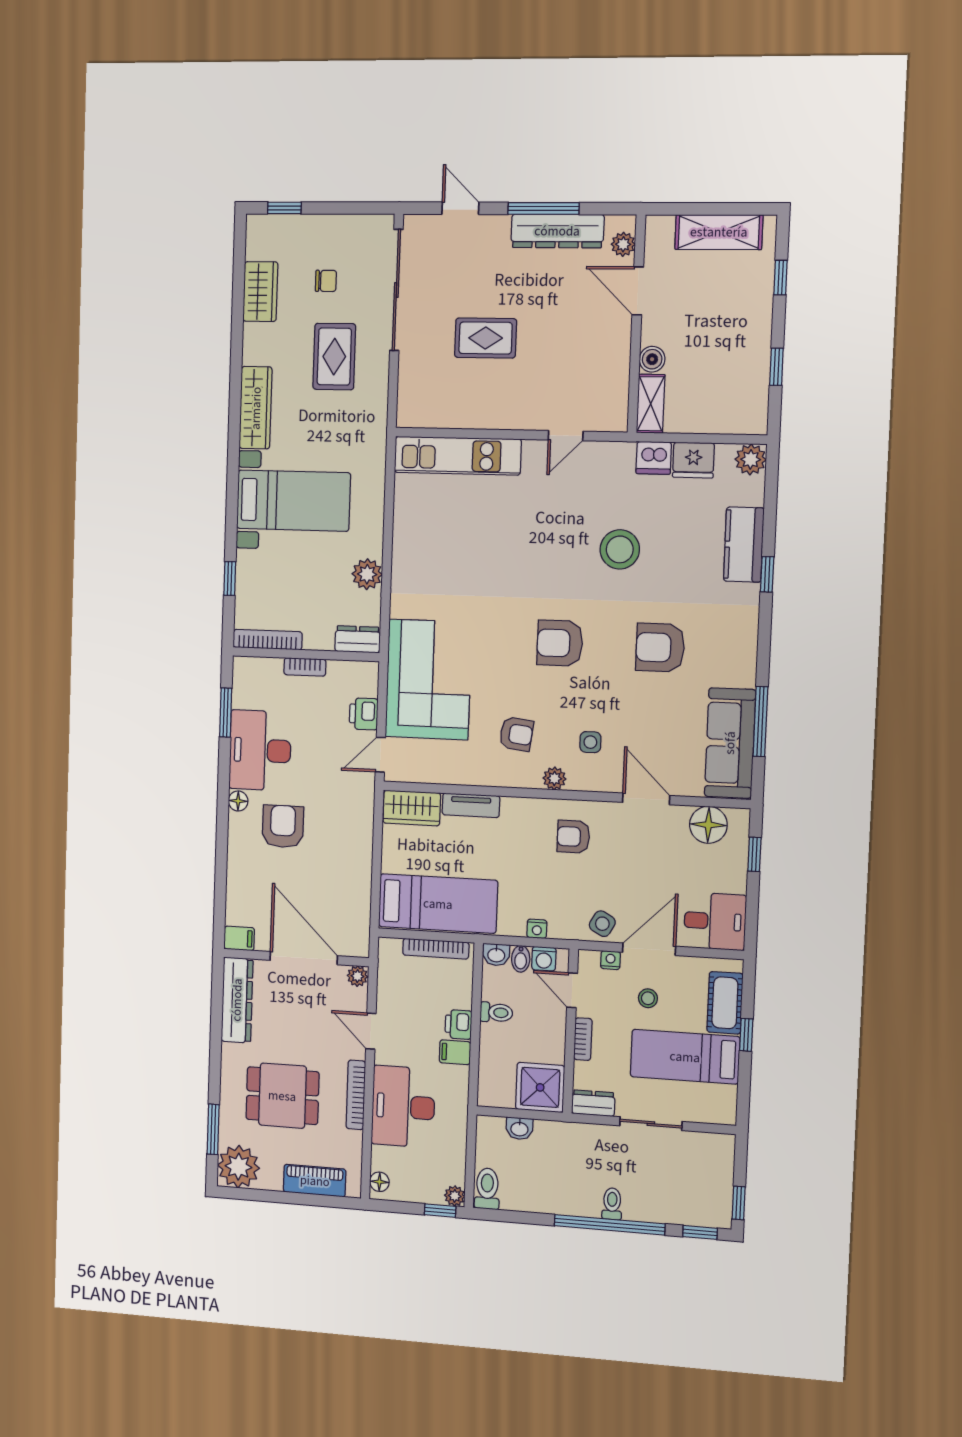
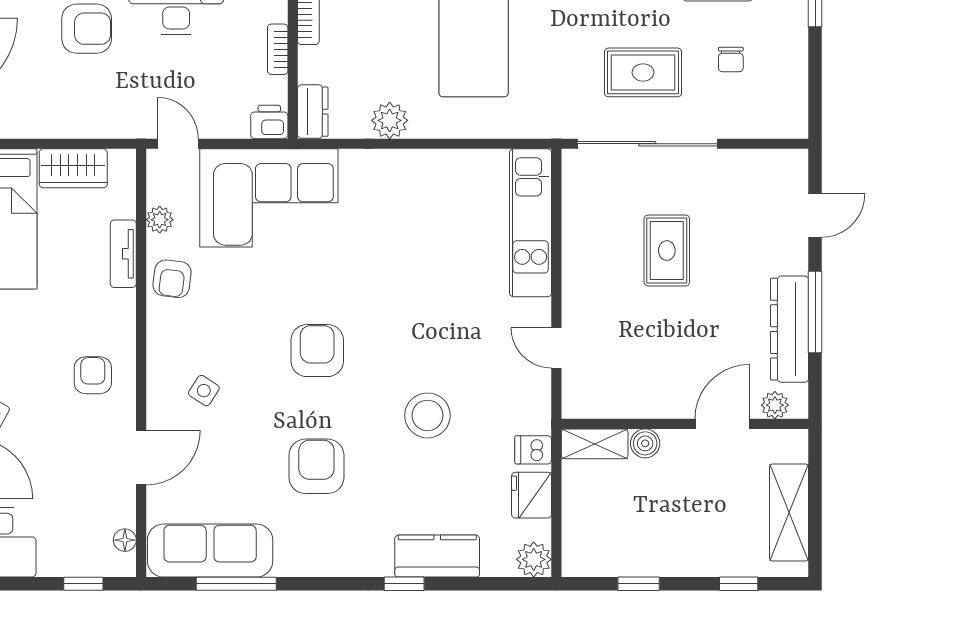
sliding door: (396, 290) -> (647, 144), moved
dishwasher: (654, 458) -> (533, 450), width x0.73
printer: (364, 714) -> (269, 122), moved
armchair: (516, 734) -> (172, 279), moved
side table: (590, 742) -> (204, 391), turned 33
plant: (554, 778) -> (160, 220), moved
wardrobe: (412, 808) -> (73, 168), moved, turned -90
floor lamp: (708, 825) -> (125, 540), width x0.53, depth x0.53

